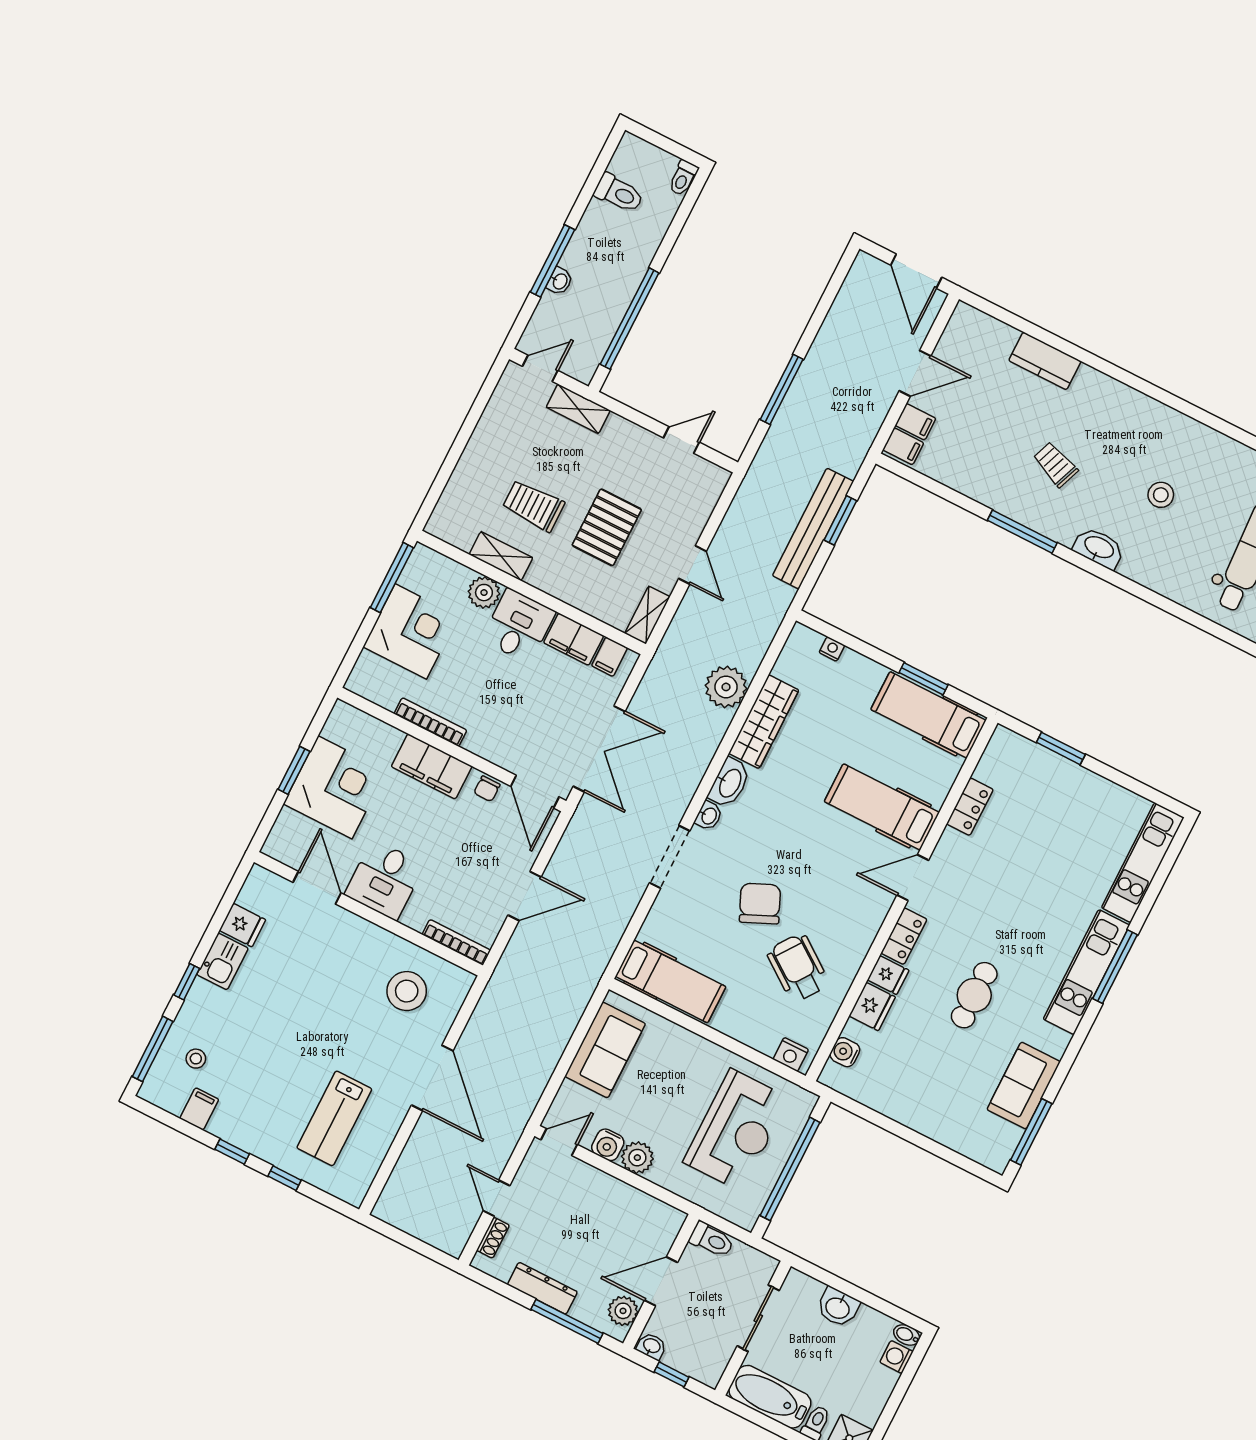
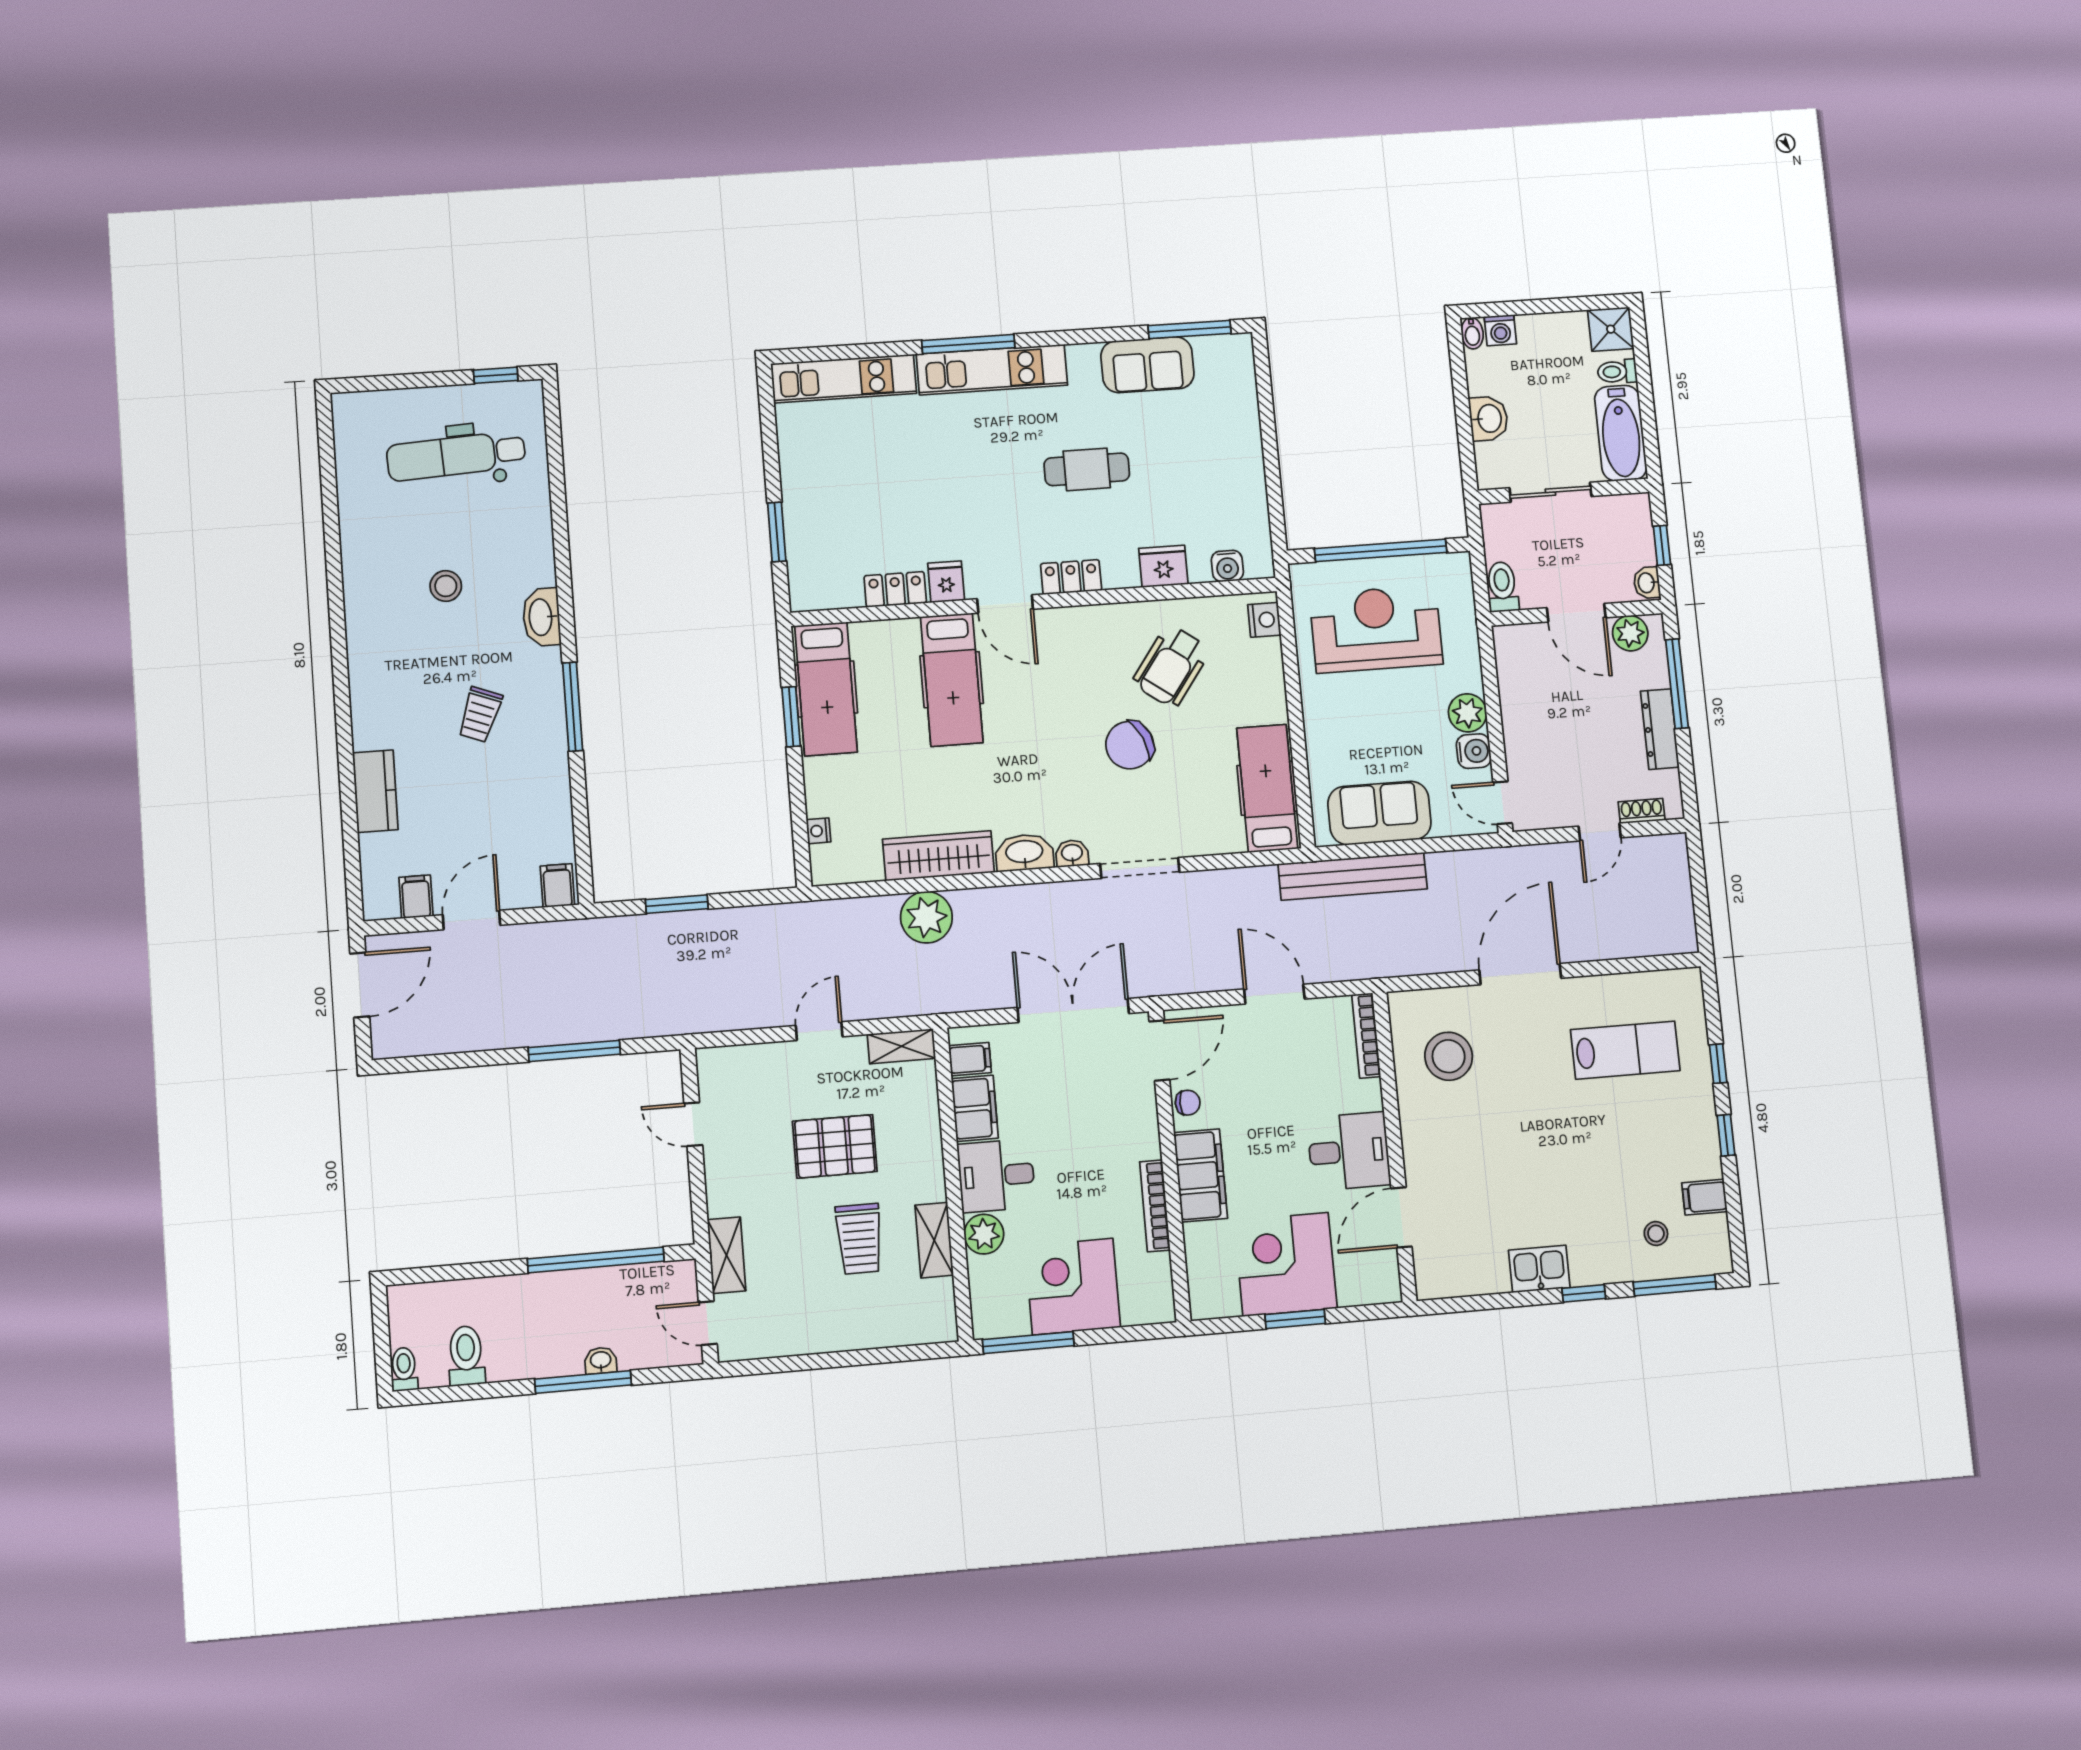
toilet: (683, 178) -> (404, 1369), moved, turned -90
door: (915, 373) -> (472, 920), hinge flipped
filing cabinet: (915, 422) -> (416, 897), moved
bench: (813, 529) -> (1353, 876), moved
fridge: (242, 925) -> (1489, 1272), removed
fridge: (888, 975) -> (946, 582), moved

